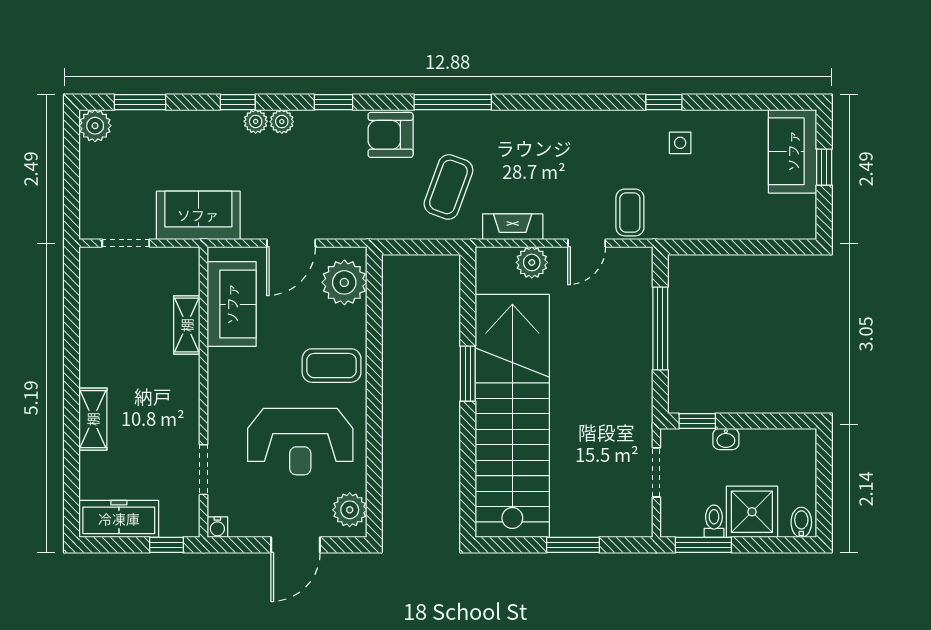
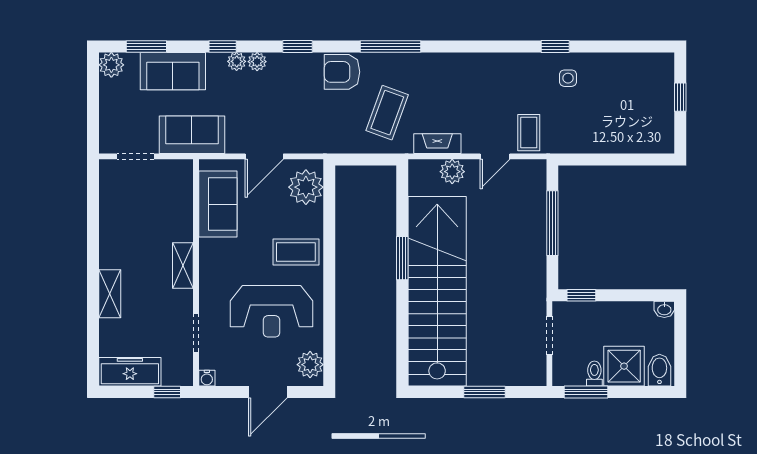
sofa: (793, 151) -> (173, 71), moved, turned -90
shelving: (187, 325) -> (183, 266), moved
washbasin: (726, 439) -> (664, 309), moved
bidet: (801, 522) -> (659, 370), width x1.38, depth x1.36

